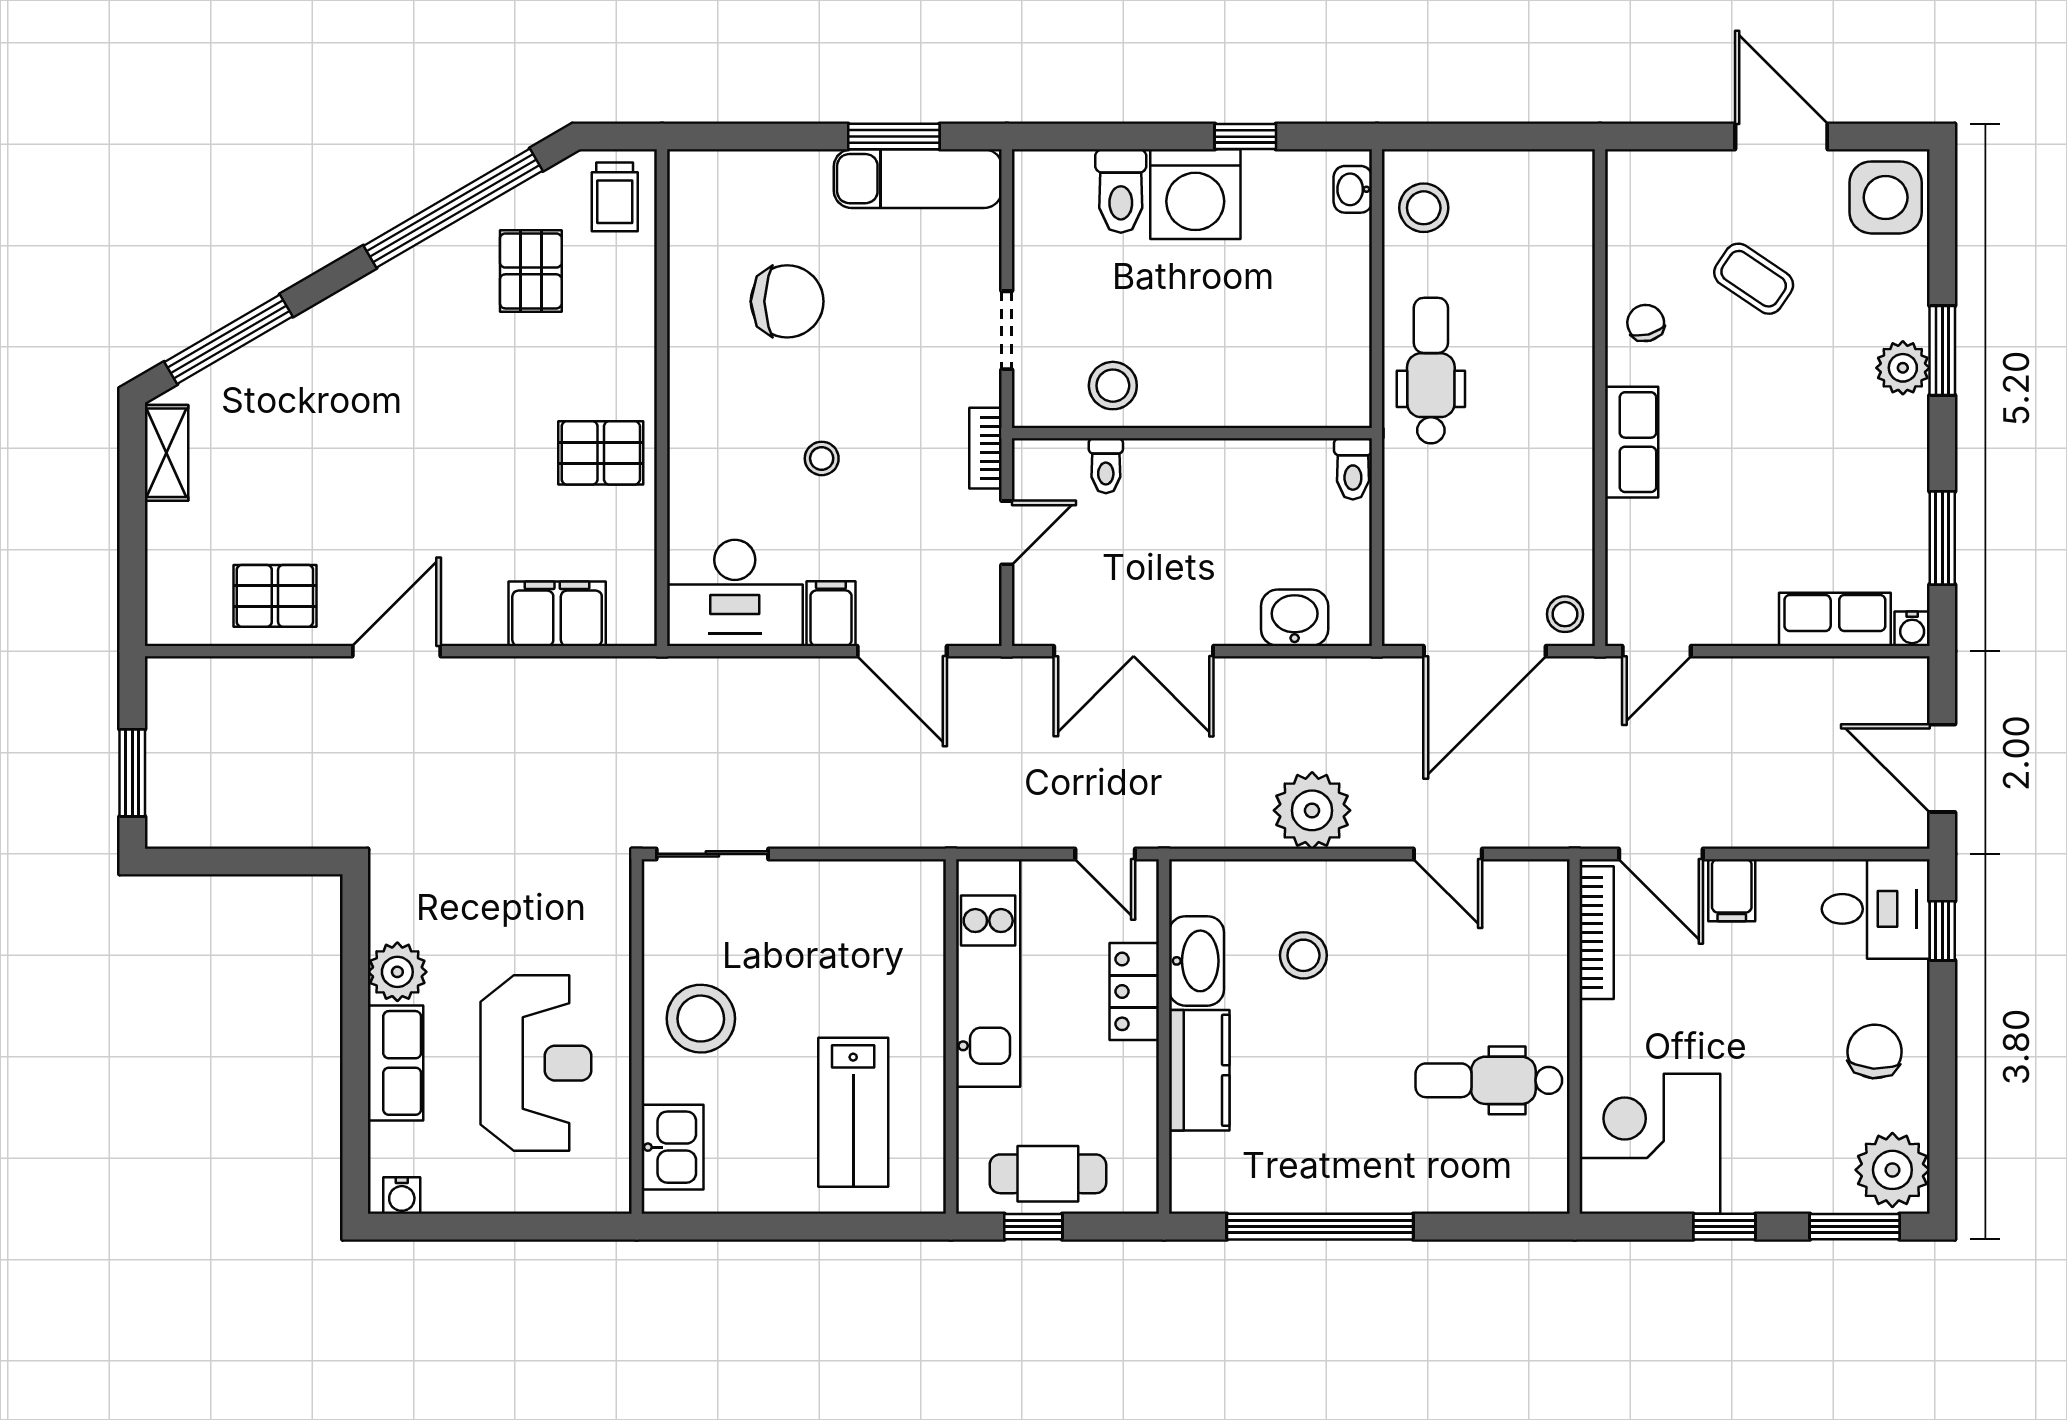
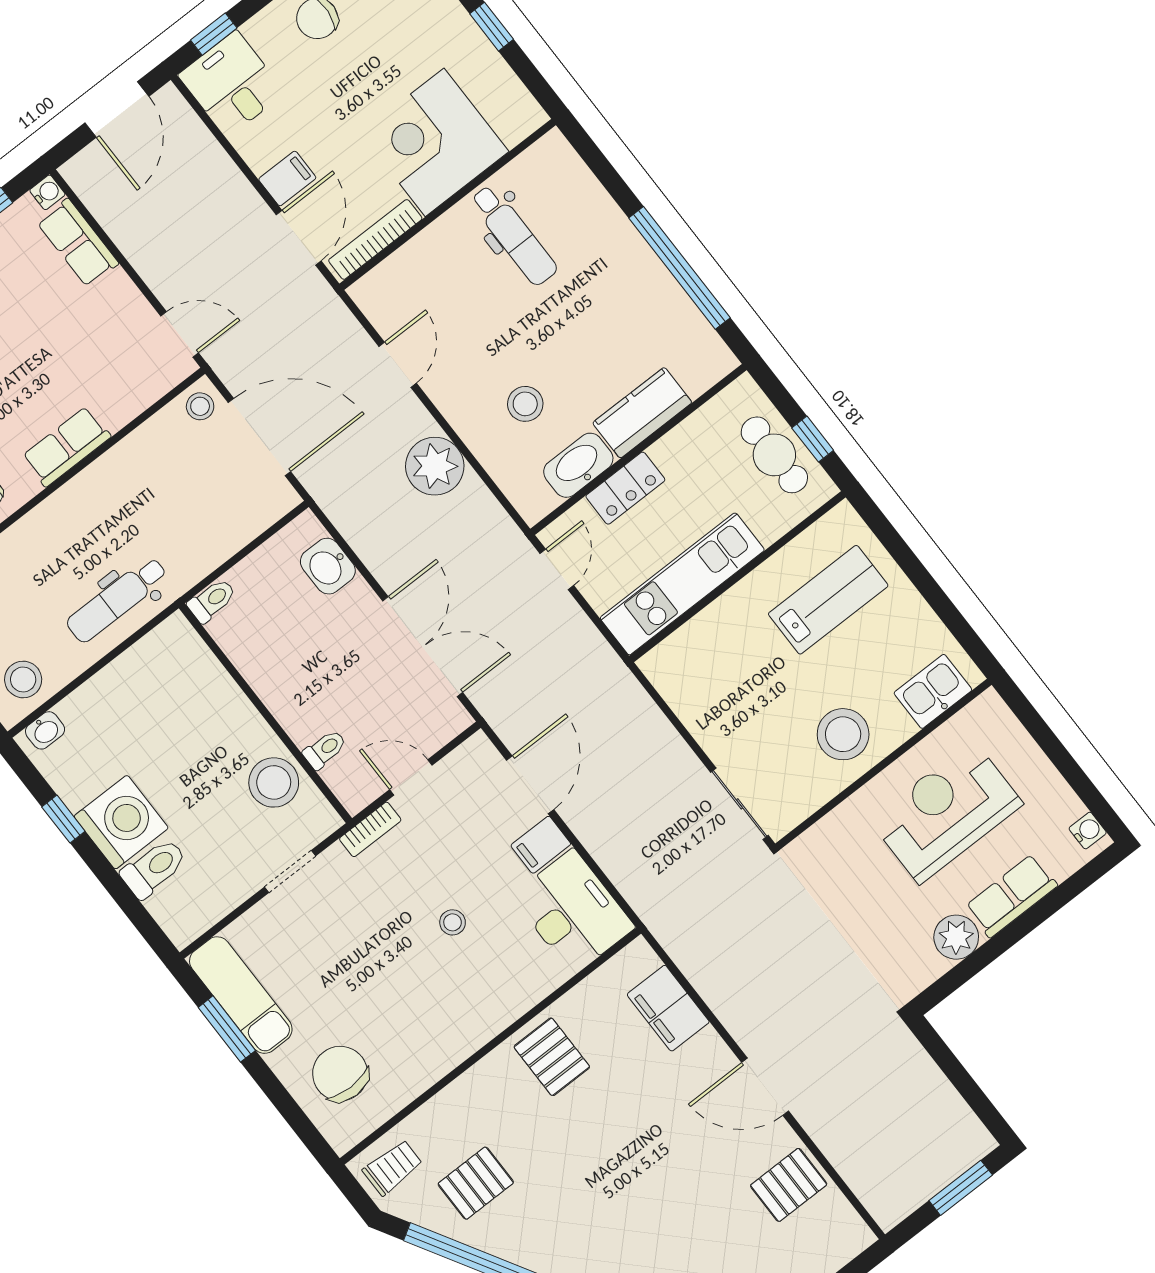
chair: (787, 301) -> (340, 1074), moved
stool: (1113, 386) -> (274, 782), width x1.38, depth x1.38
pallet: (275, 596) -> (789, 1185), turned 90
corner desk: (1650, 1144) -> (435, 142), moved, turned 90

